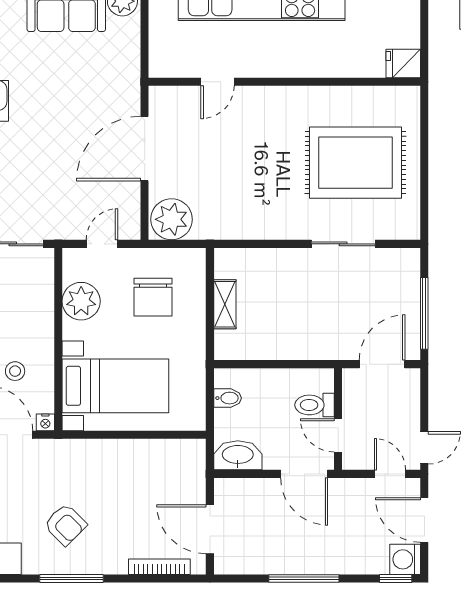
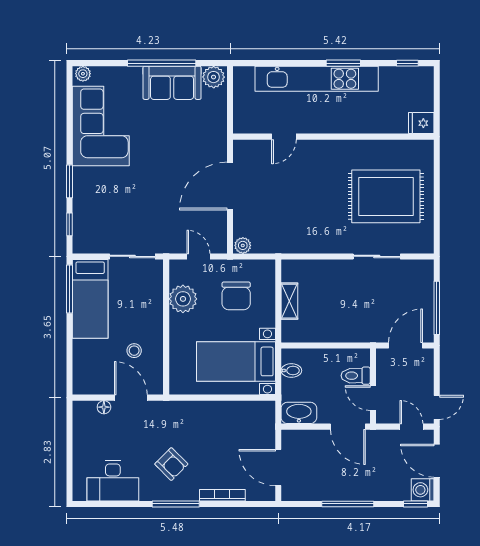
plant: (172, 219) -> (243, 245), width x0.53, depth x0.53
door: (102, 244) -> (198, 256), hinge flipped
bed with nightstands: (115, 386) -> (236, 361), moved, turned 180
nightstand: (45, 422) -> (157, 388), removed
bookcase: (159, 567) -> (222, 495), moved

